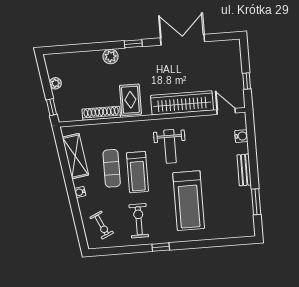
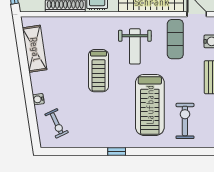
exercise mat: (112, 168) -> (175, 39), moved
water cooler: (80, 192) -> (38, 99), moved
exercise bike: (139, 221) -> (185, 121), moved

